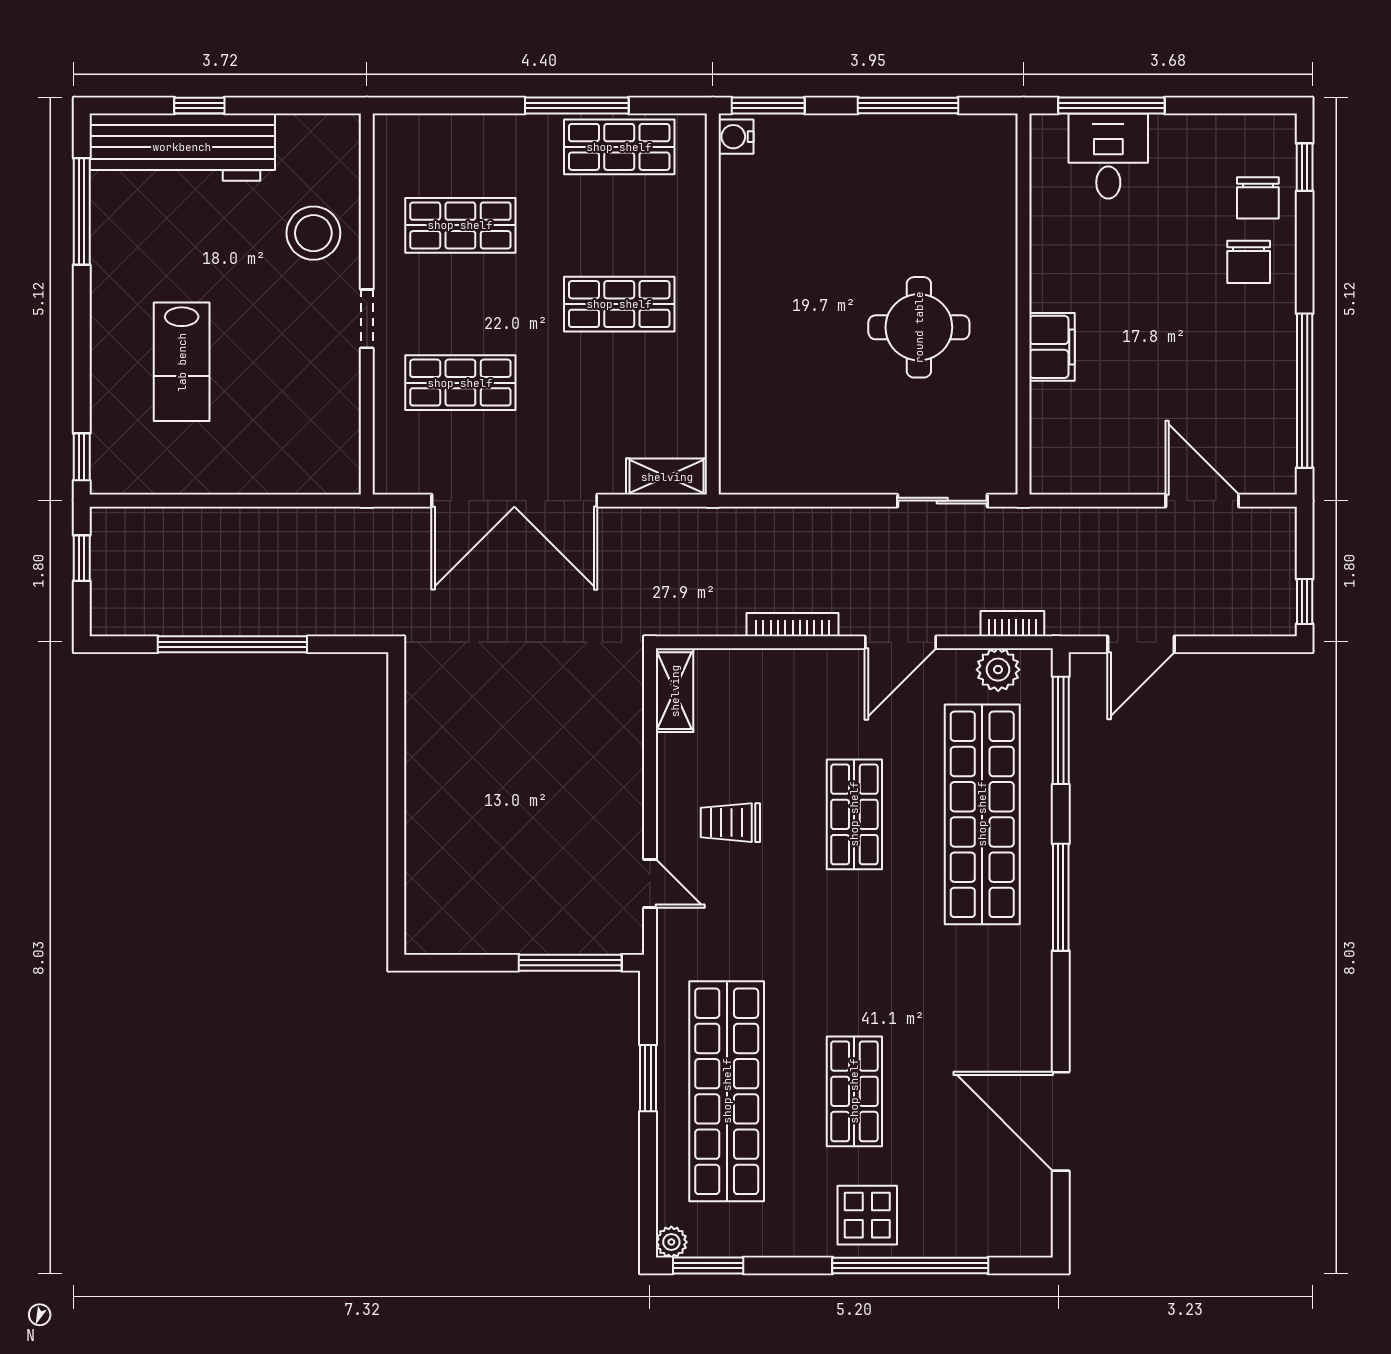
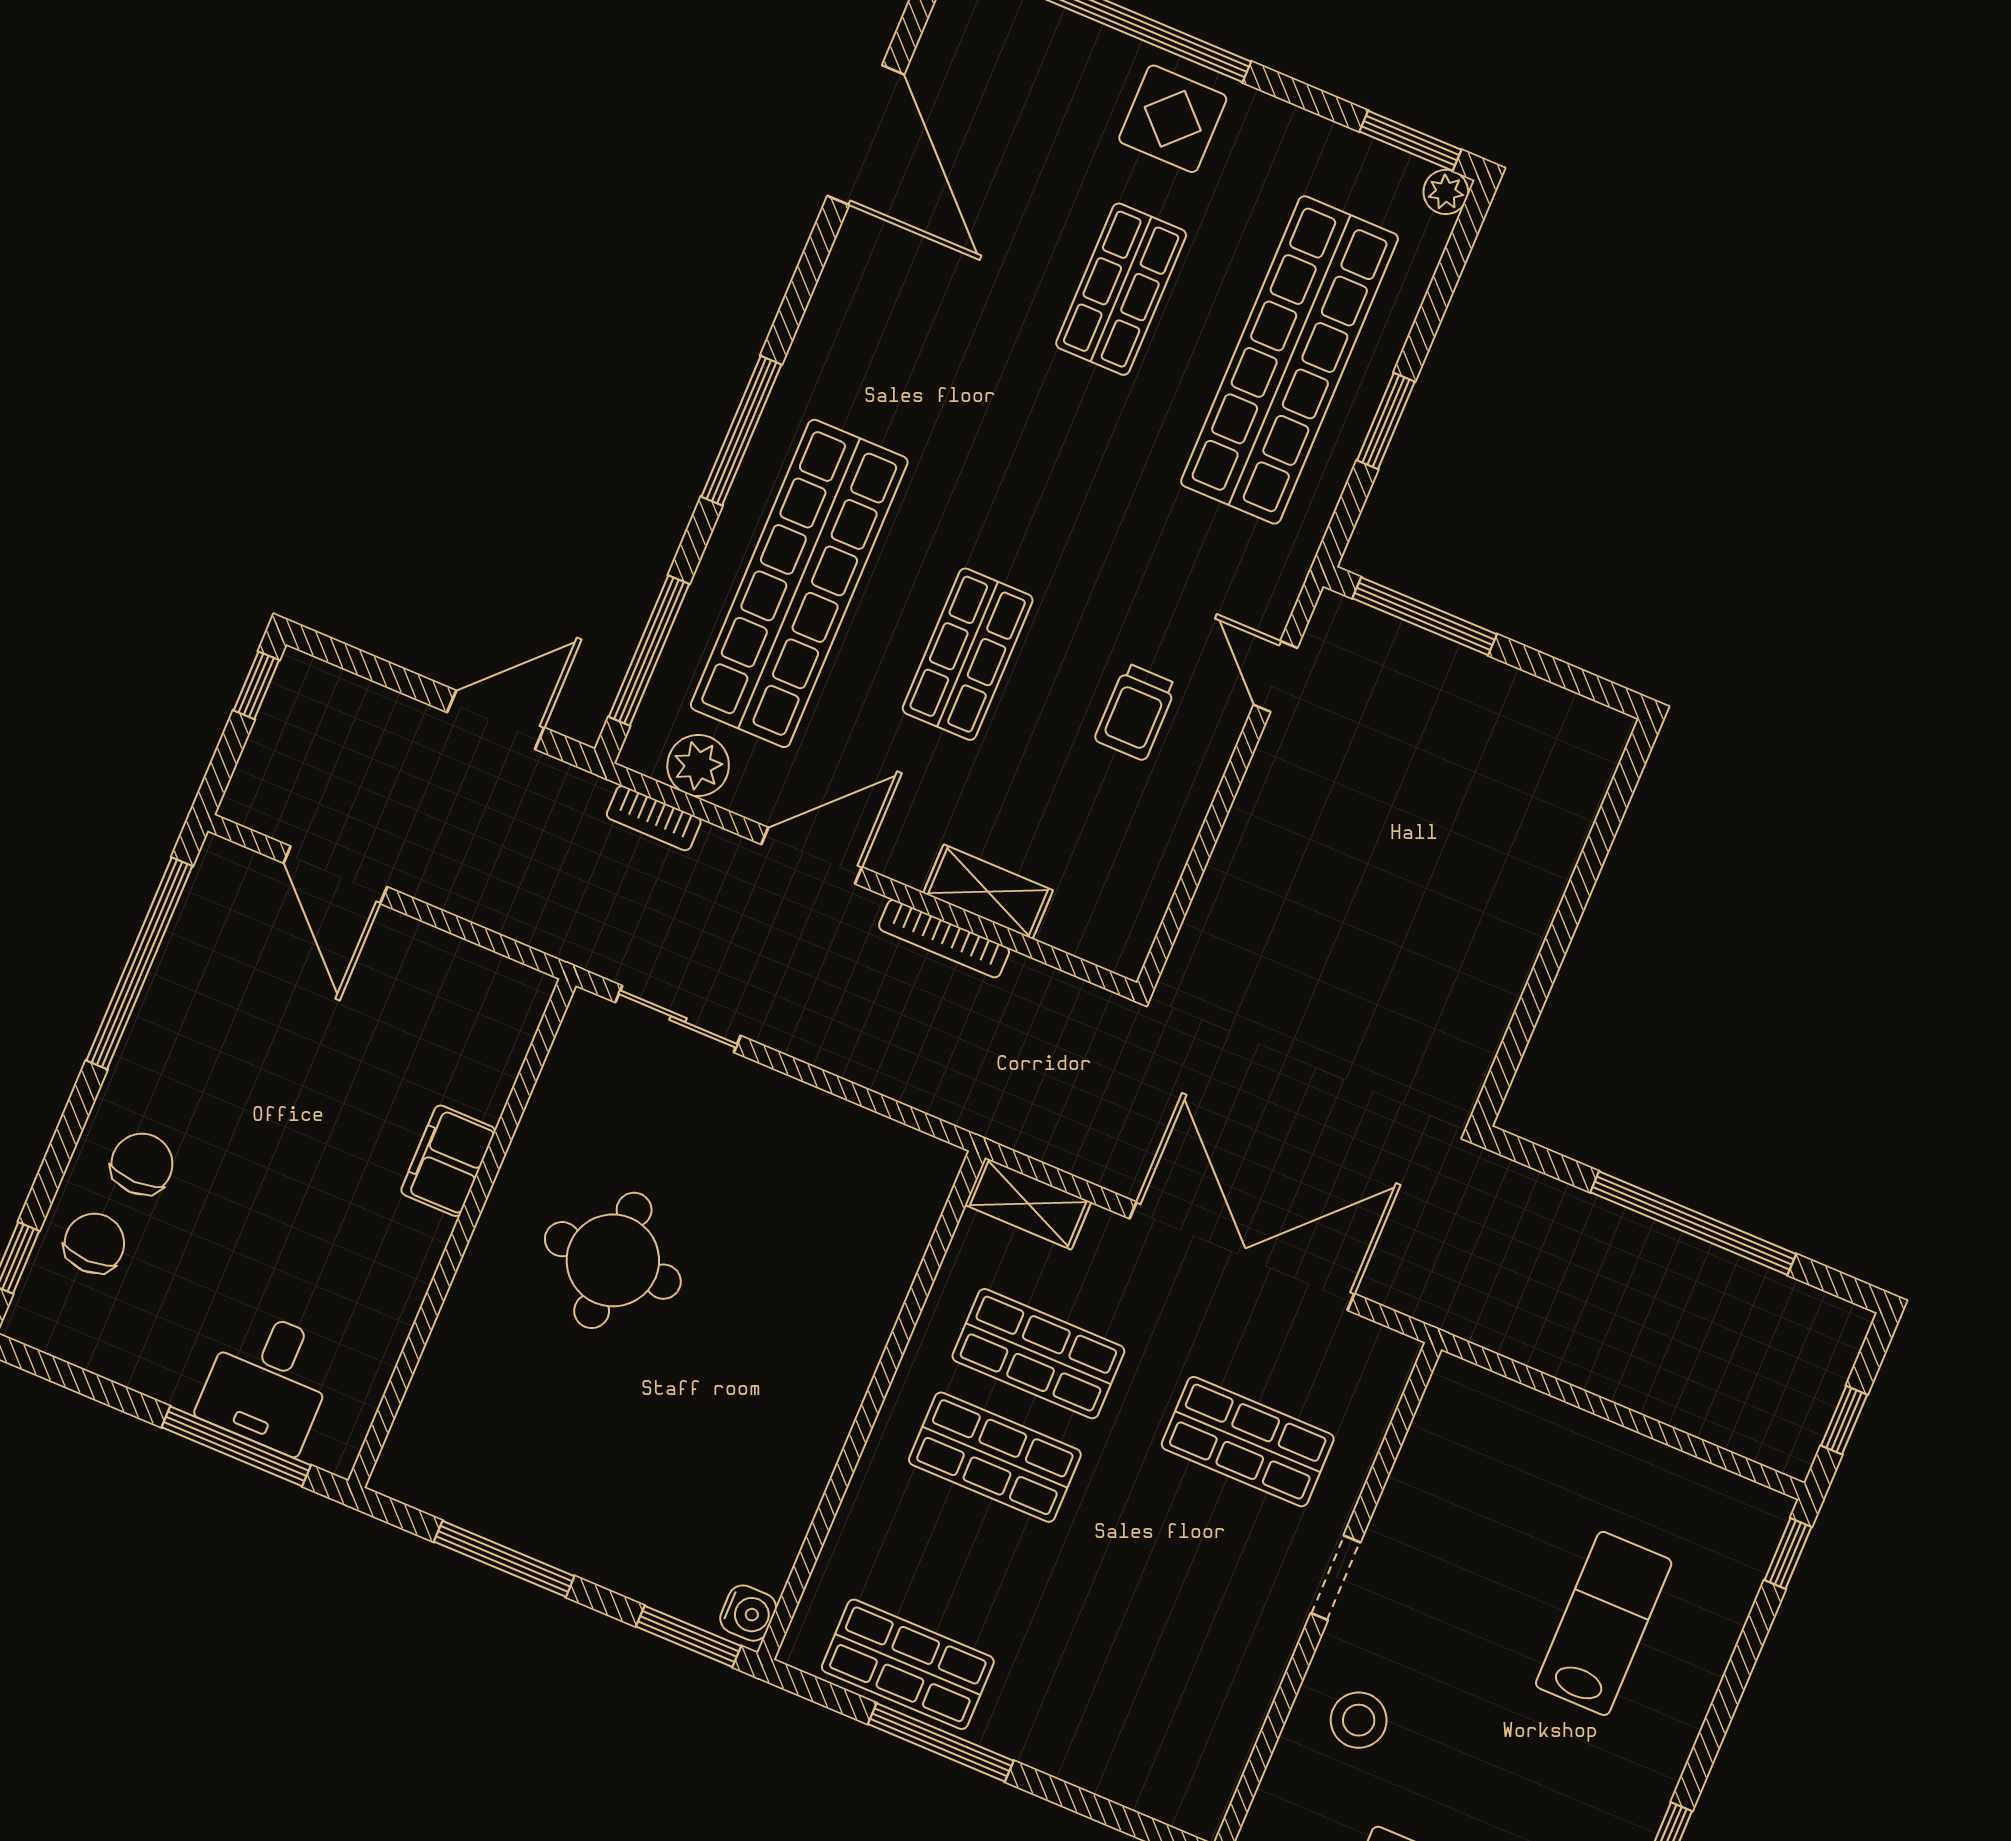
shop shelf: (460, 225) -> (1038, 1354), moved
stool: (313, 233) -> (1359, 1720), width x0.73, depth x0.73
shelving: (675, 691) -> (988, 892), moved, turned 90
trolley: (730, 823) -> (1136, 712), turned 90

